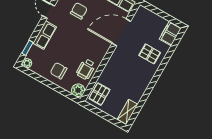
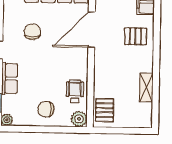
wheelchair: (86, 69) -> (75, 91), turned 180
shelving: (127, 112) -> (146, 87), moved

